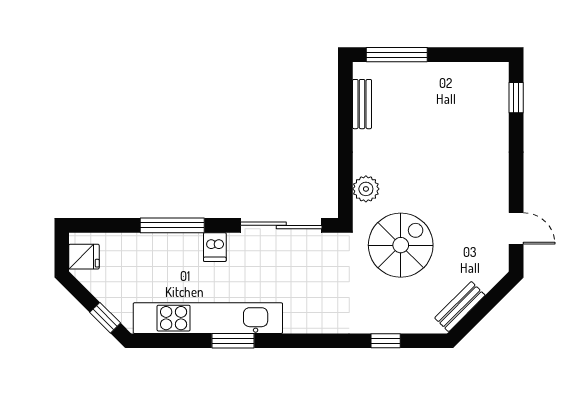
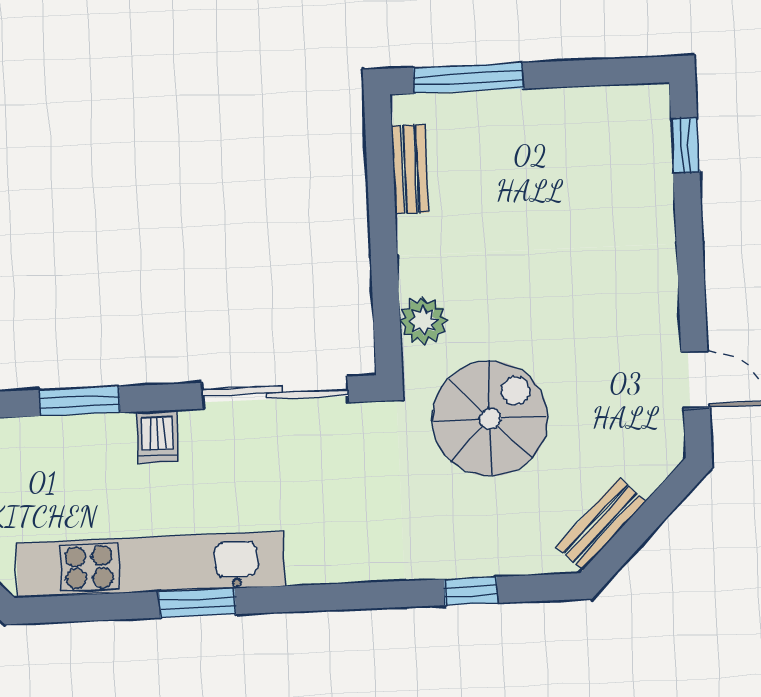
window: (172, 225) -> (80, 401), width x0.69

